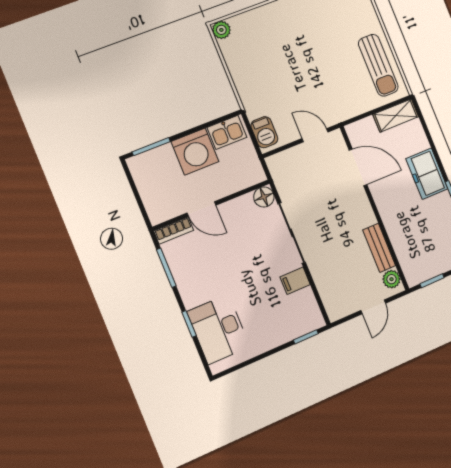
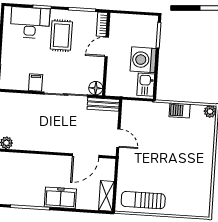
barbecue: (264, 132) -> (180, 110), moved
door: (315, 135) -> (118, 138), hinge flipped
bench: (379, 248) -> (103, 104), moved
rug: (216, 278) -> (61, 36), added

